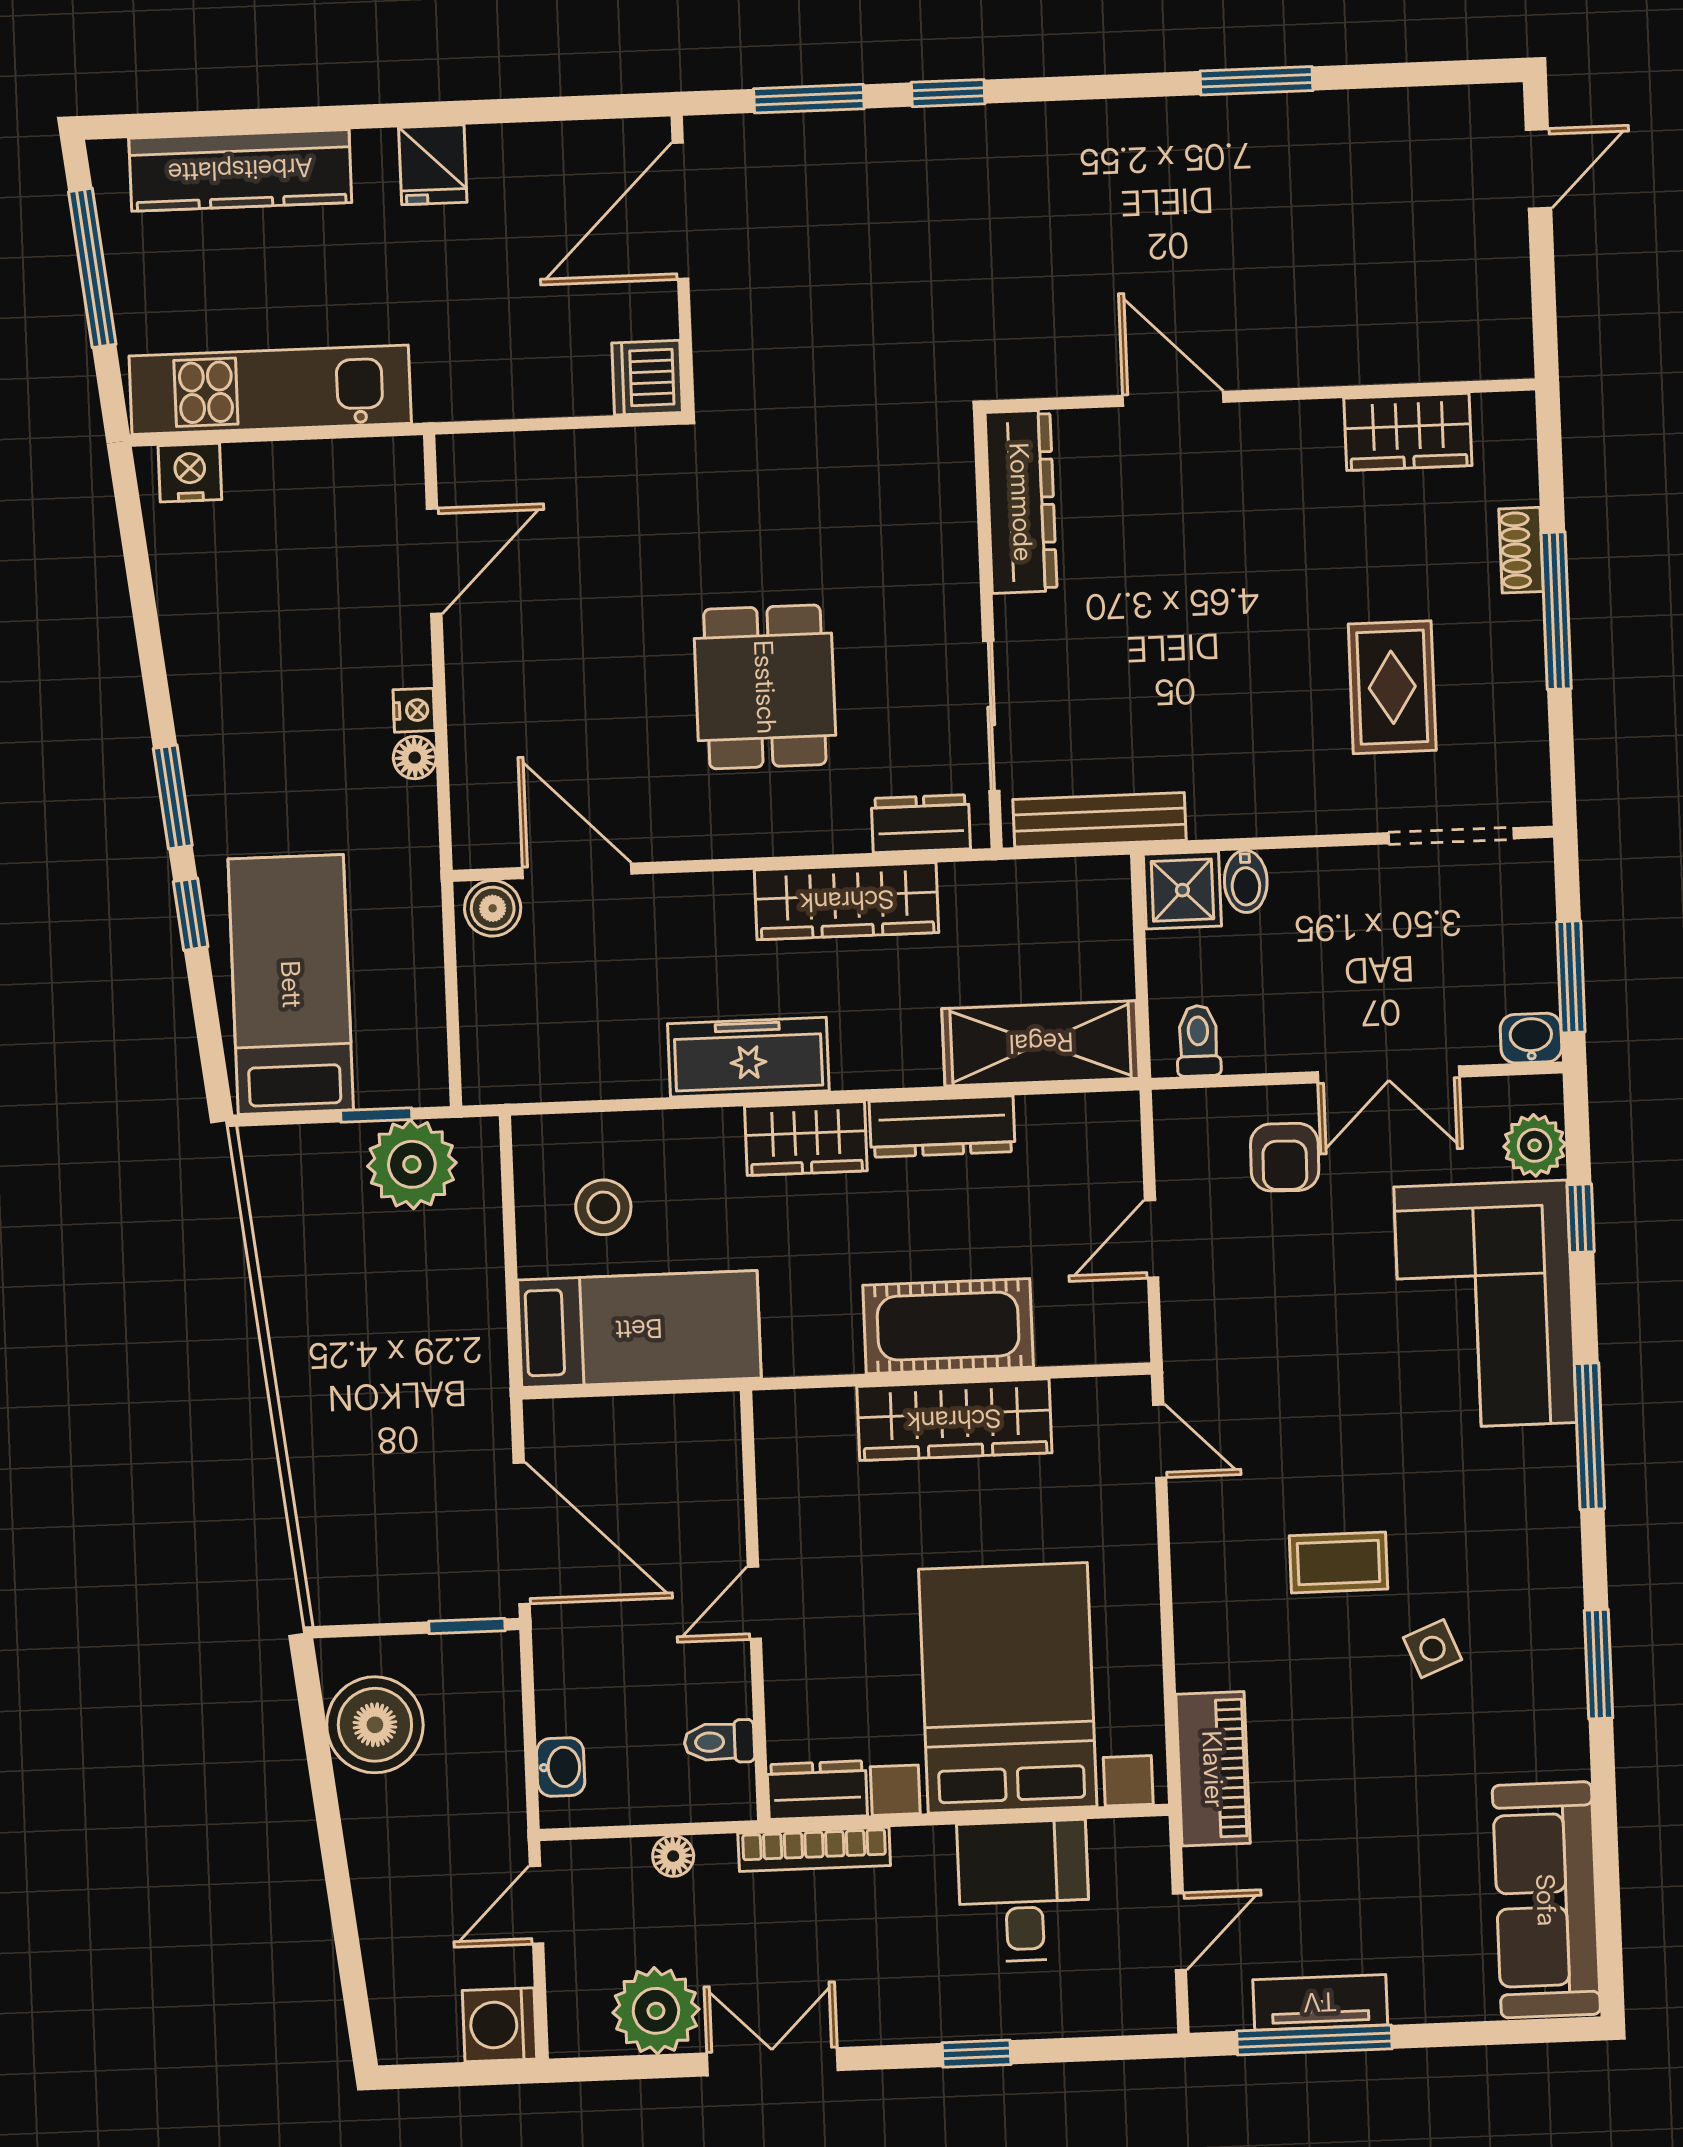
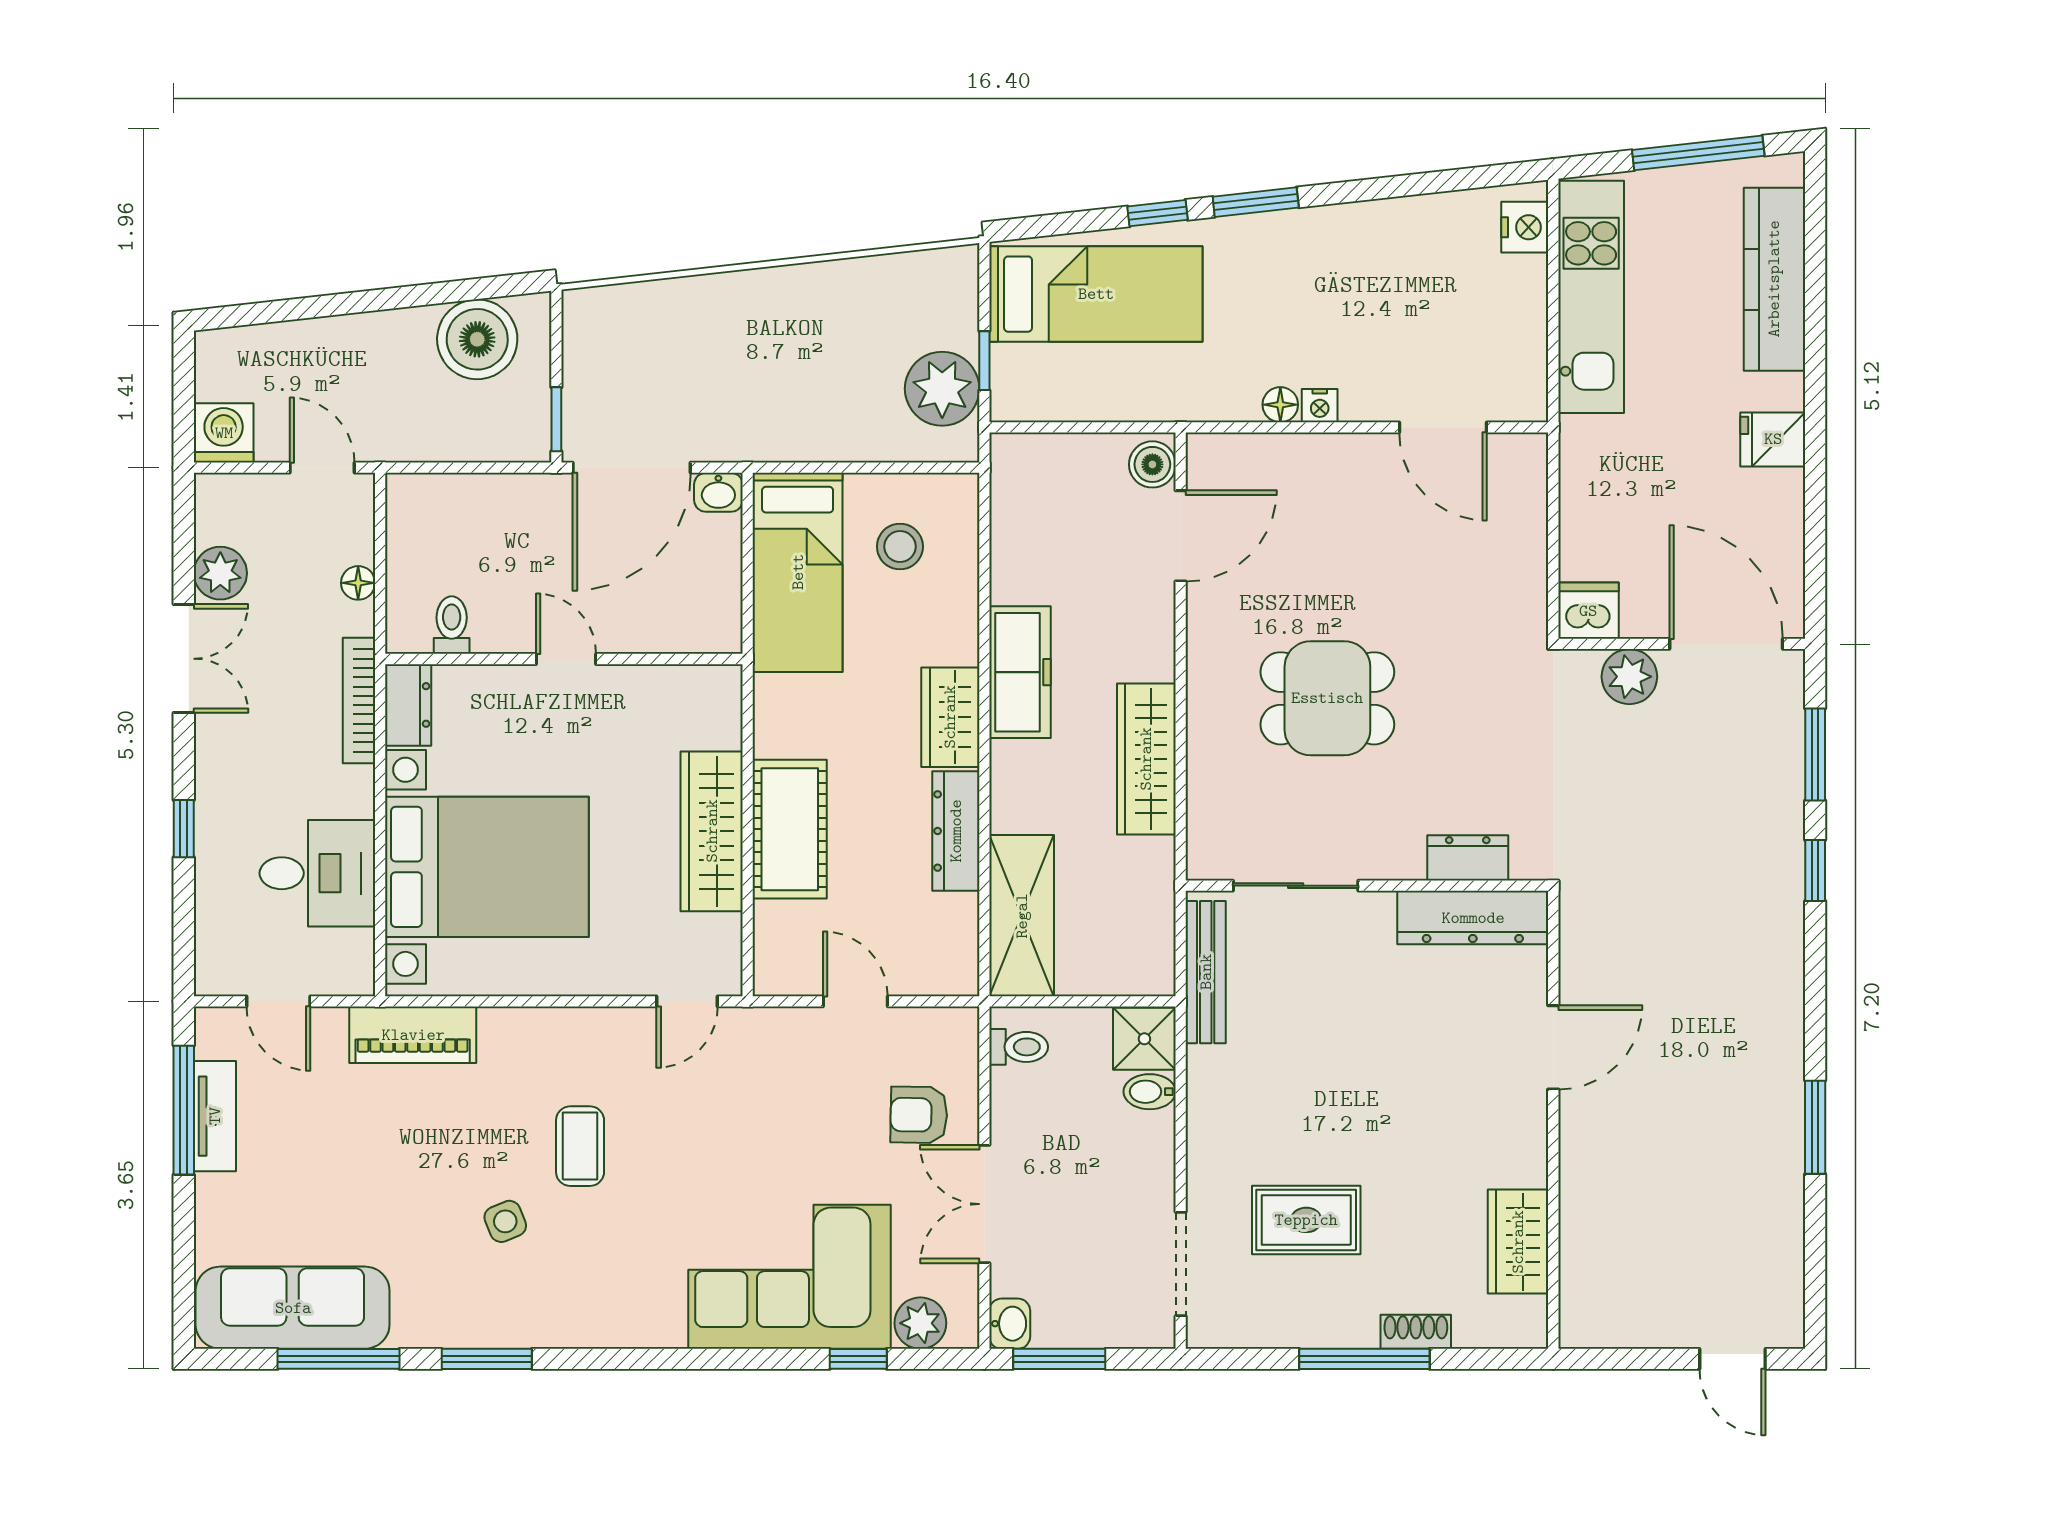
plant: (724, 325) -> (1629, 677), added
dresser: (921, 824) -> (1468, 858), moved, turned -90
window: (1589, 1436) -> (339, 1359), moved
washbasin: (561, 1767) -> (718, 492), moved
plant: (656, 2011) -> (220, 573), width x0.73, depth x0.73

